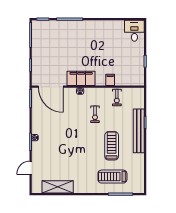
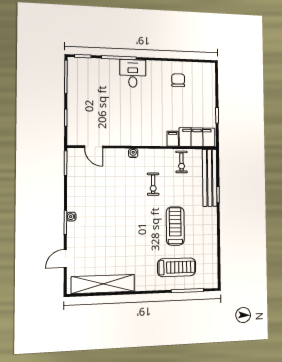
desk: (134, 31) -> (133, 73), moved
chair: (115, 35) -> (178, 80), added
filing cabinet: (81, 78) -> (197, 137), moved
door: (51, 87) -> (94, 147), width x0.53
bench: (139, 131) -> (210, 178), moved
treadmill: (112, 177) -> (177, 267), turned 180
shelving: (58, 187) -> (103, 284), width x1.47

